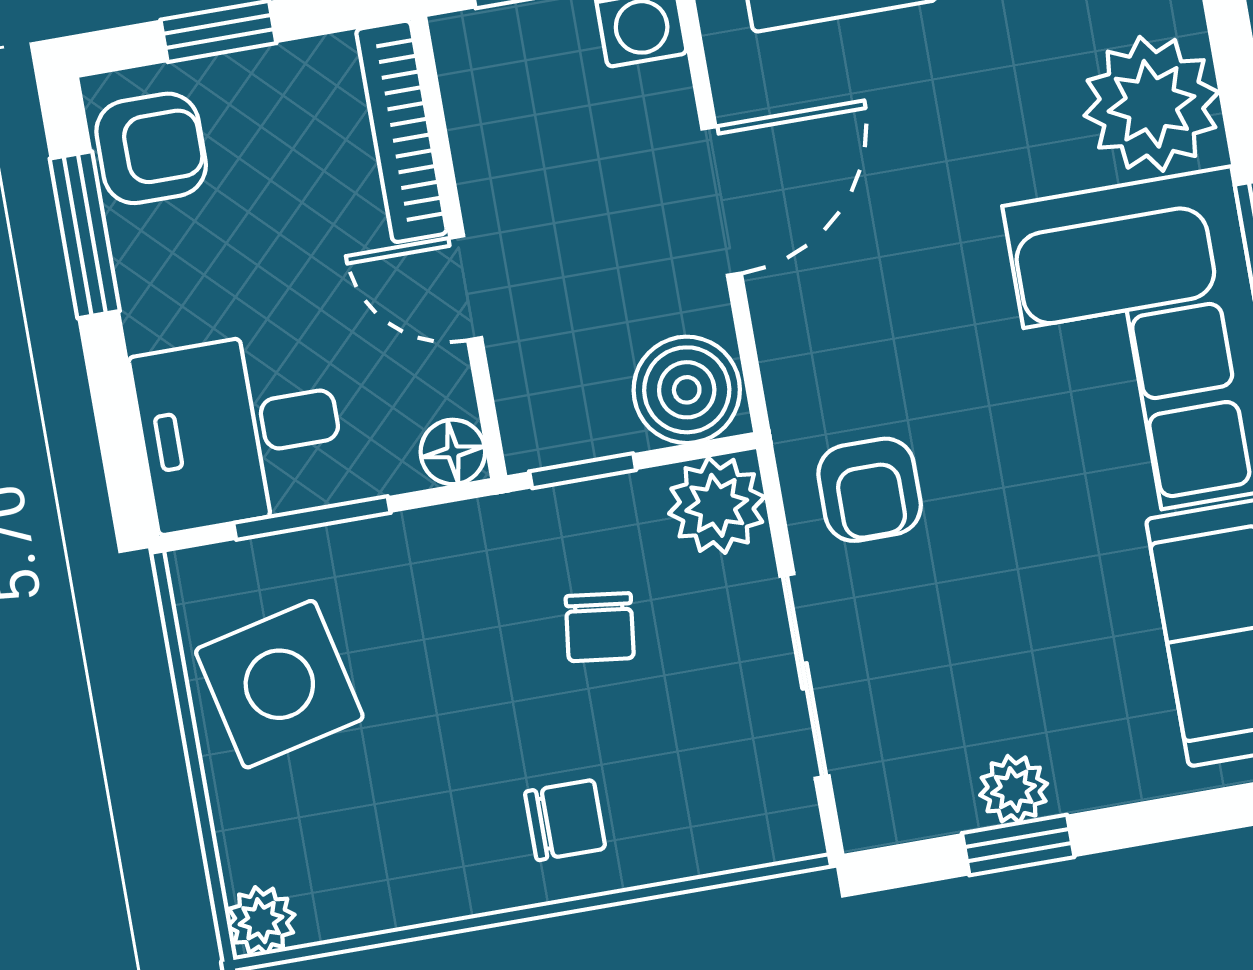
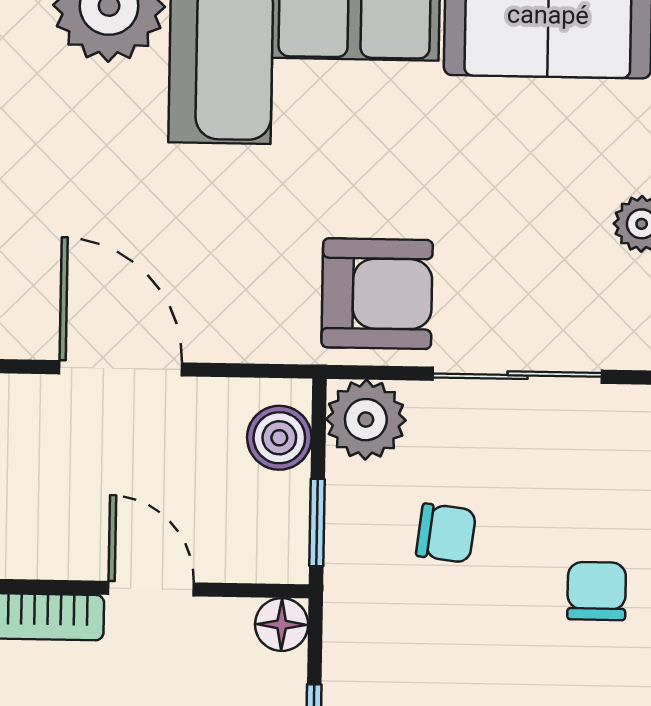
door: (466, 288) -> (151, 589), swing flipped
boiler: (687, 390) -> (279, 438), width x0.73, depth x0.73
armchair: (870, 490) -> (377, 294), width x1.38, depth x1.38

